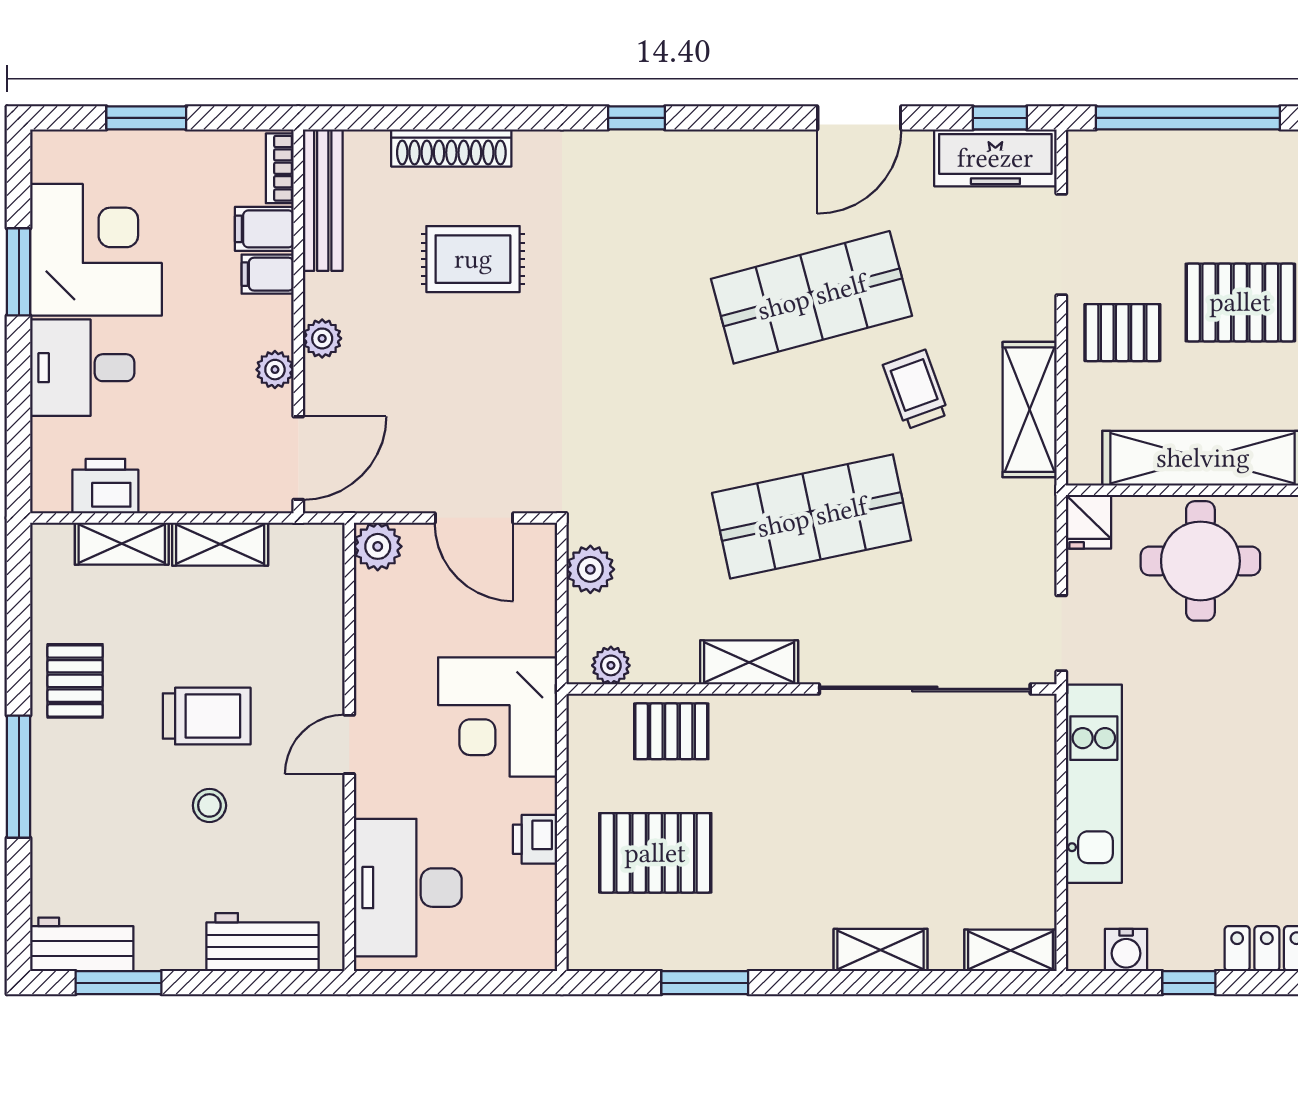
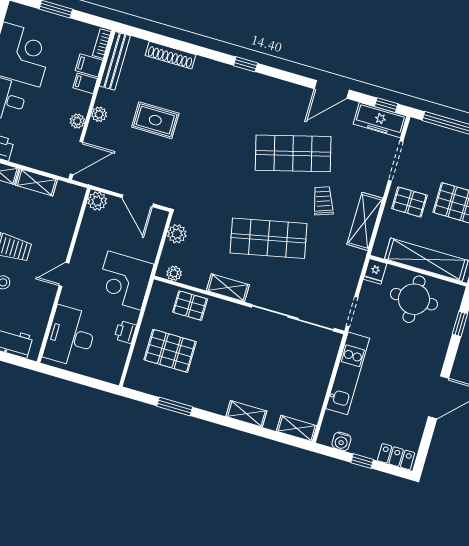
rug: (473, 259) -> (155, 120), moved

